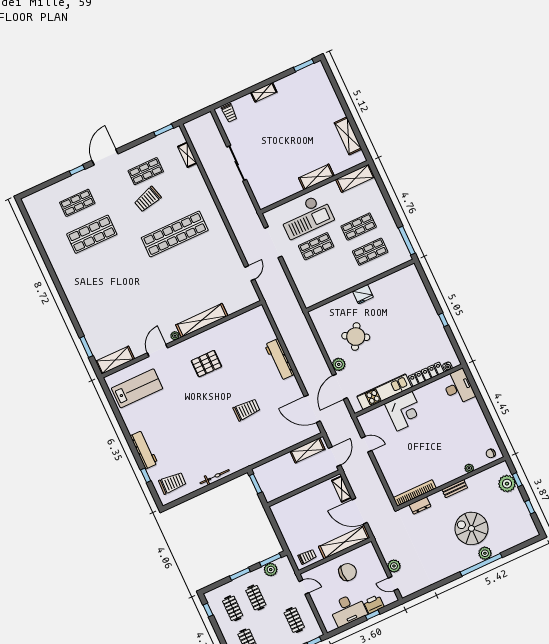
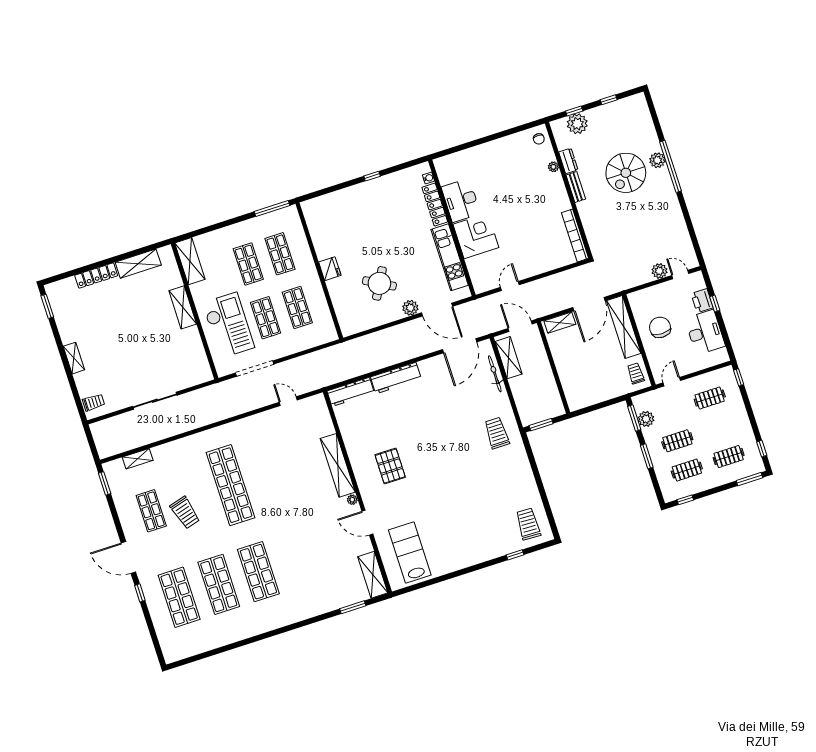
locker: (334, 102) -> (96, 276), added
shop shelf: (77, 203) -> (179, 597), width x1.43, depth x1.36
shop shelf: (106, 266) -> (258, 572), added
shop shelf: (328, 271) -> (297, 308), added
desk: (458, 387) -> (461, 200), moved, turned -90
trolley: (247, 410) -> (497, 433), moved
workbench: (144, 450) -> (351, 392), moved, turned 180
bicycle: (215, 477) -> (495, 374), moved
dresser: (420, 506) -> (568, 161), moved
door: (393, 584) -> (680, 275), swing flipped

